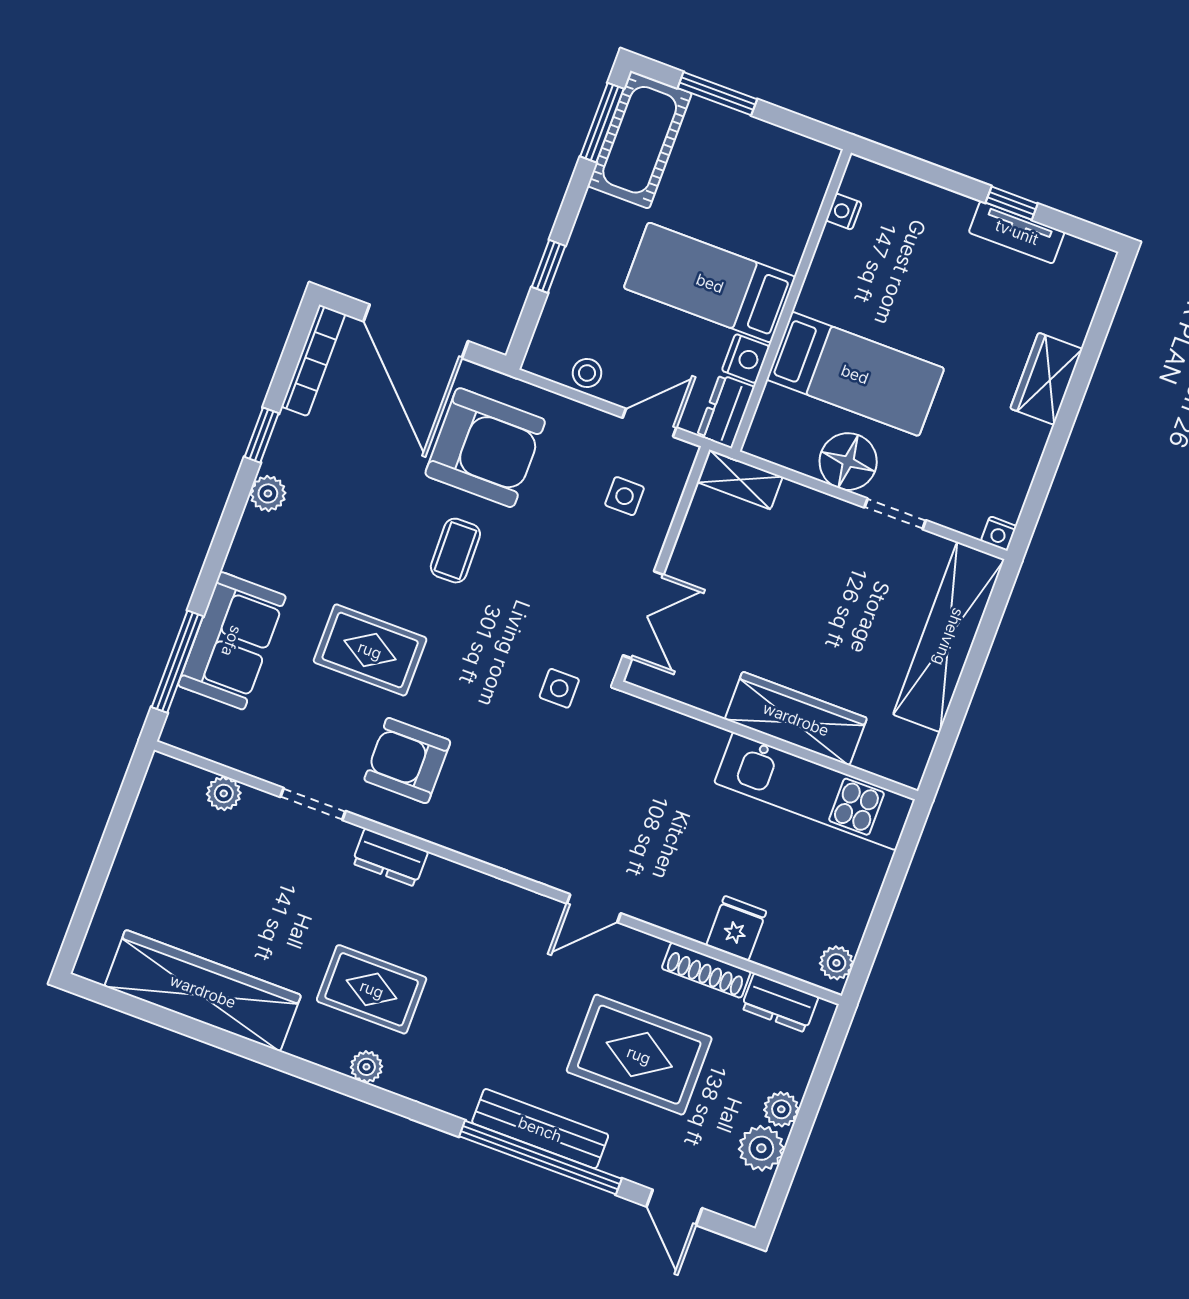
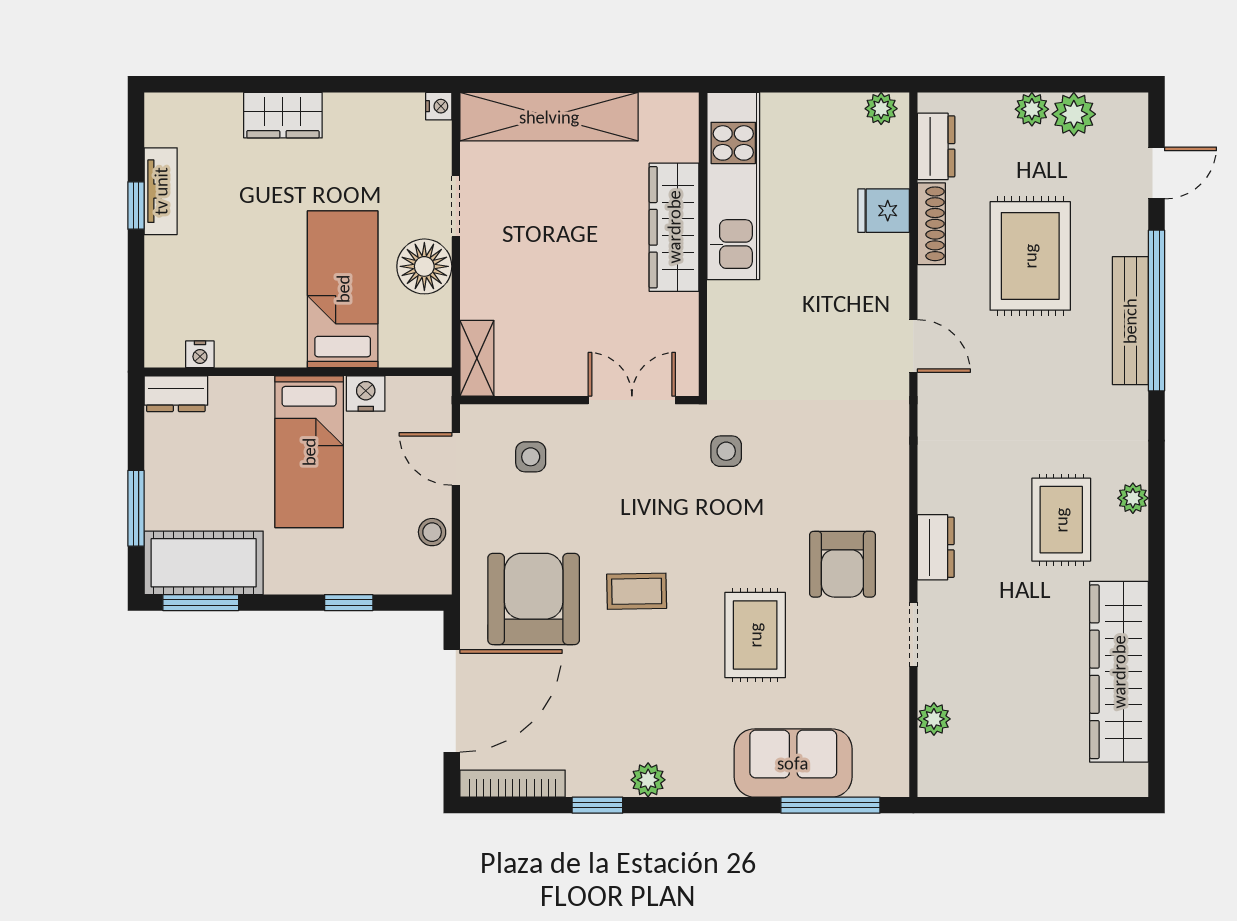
dresser: (726, 411) -> (176, 394), moved

